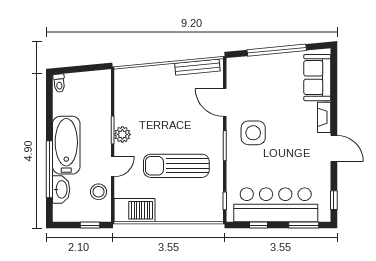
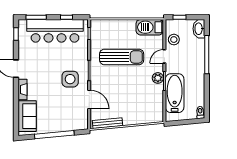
bathtub: (66, 145) -> (175, 93), moved, turned 180
washbasin: (61, 189) -> (199, 29), moved

